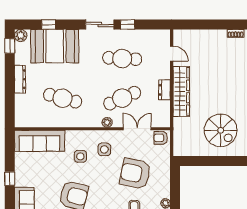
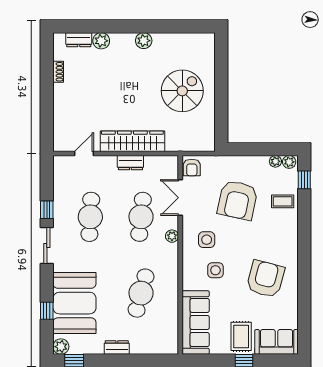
dresser: (20, 79) -> (117, 348), width x0.70
cafe table: (122, 98) -> (141, 217), turned 30
rug: (29, 176) -> (241, 336), added

